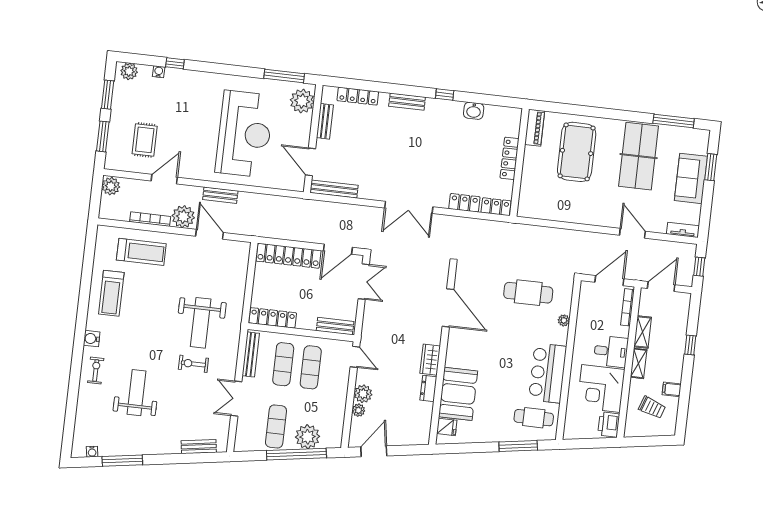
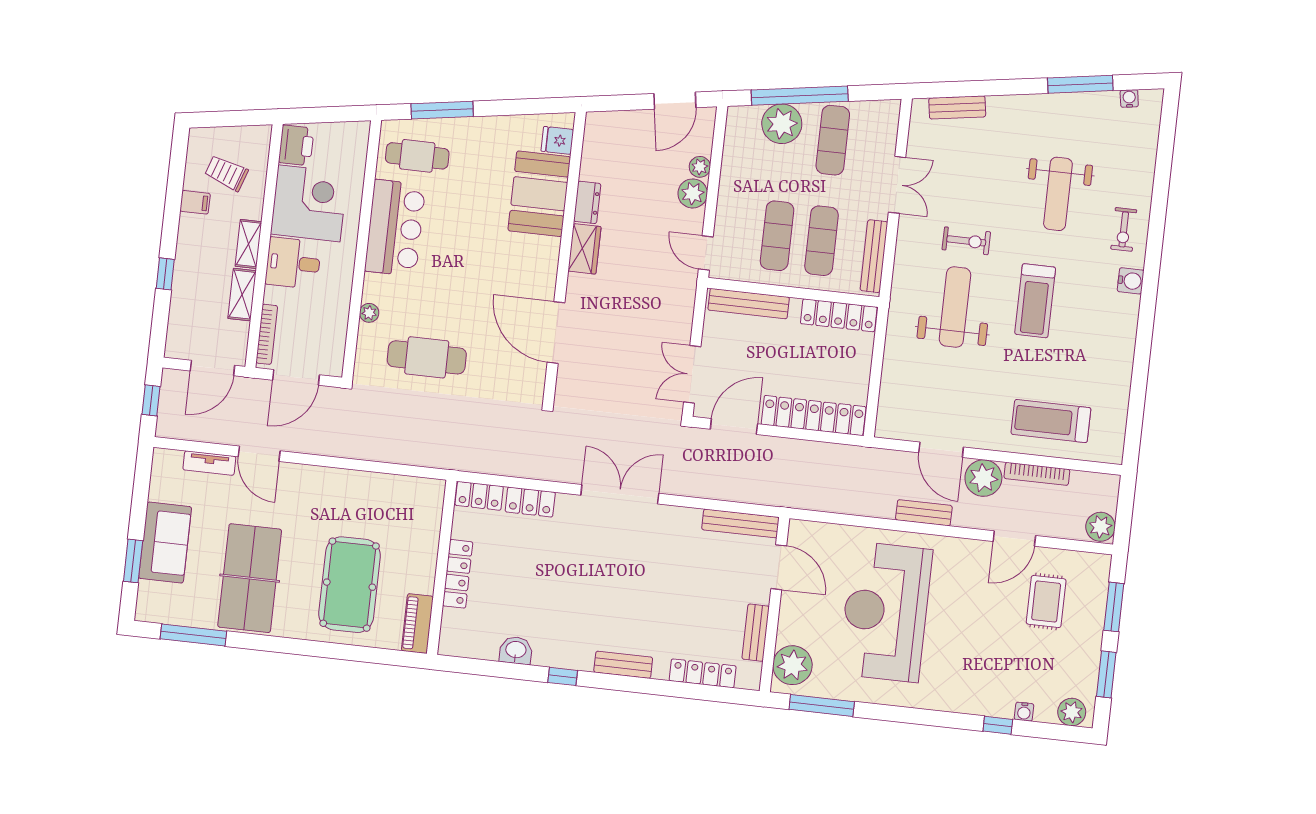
tv unit: (683, 230) -> (209, 463), moved
treadmill: (111, 293) -> (1035, 301), moved, turned 180
bench: (335, 326) -> (749, 304), width x1.36

